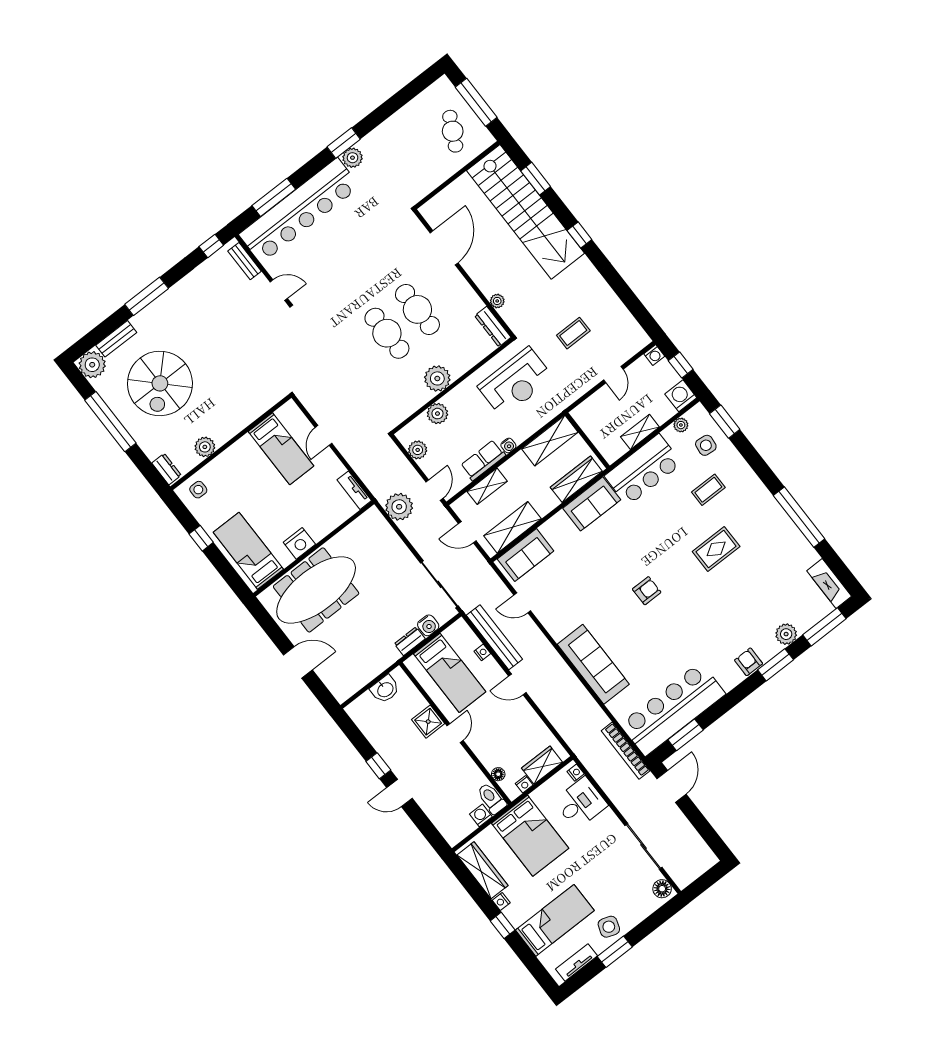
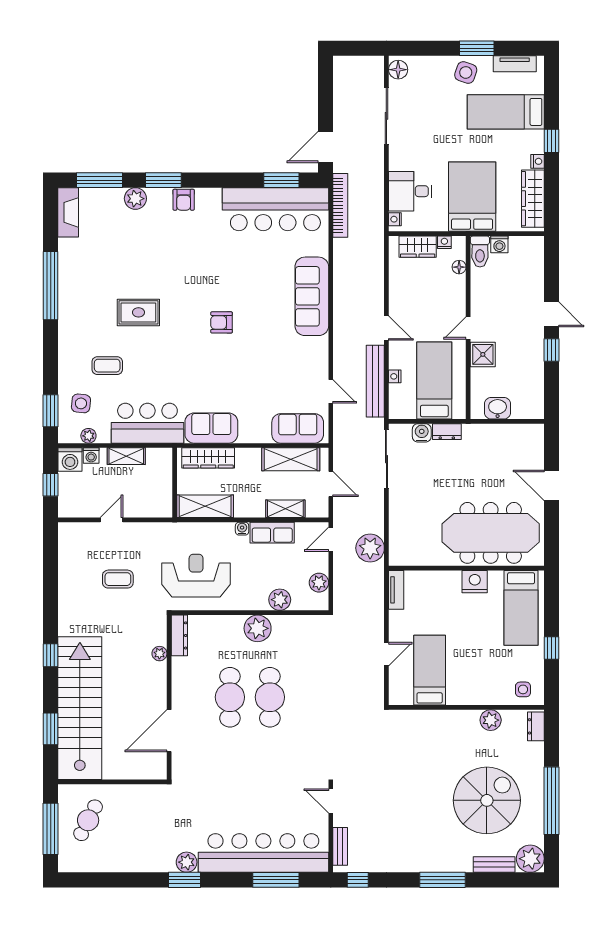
washing machine: (654, 355) -> (91, 456), moved, turned 180

